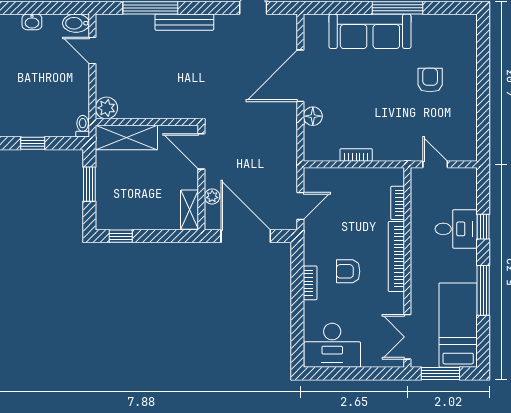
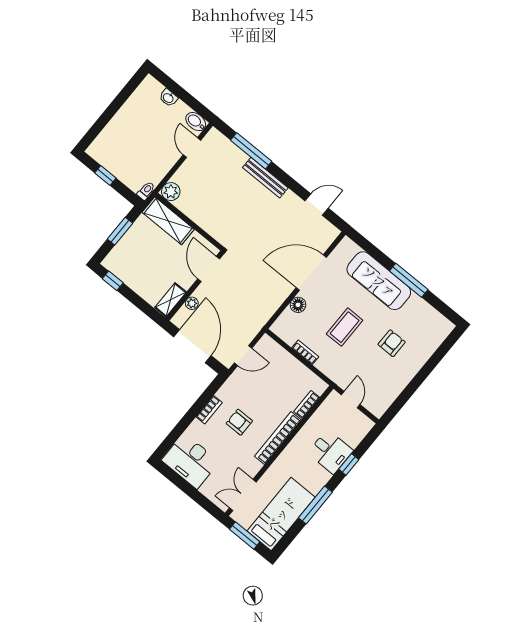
coffee table: (374, 101) -> (345, 327), added

